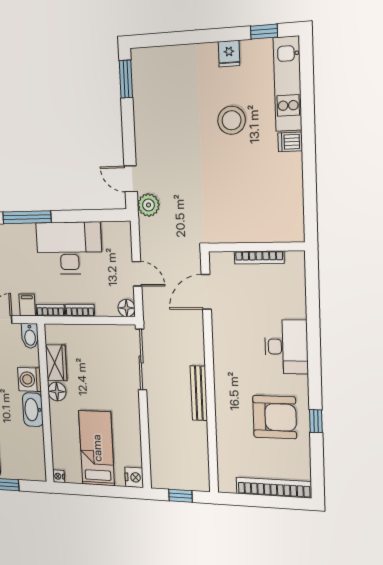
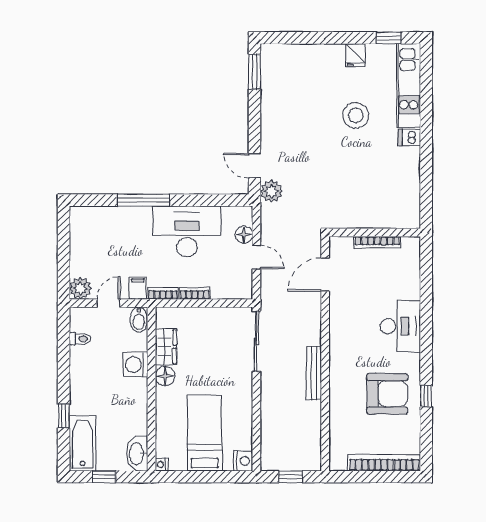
floor lamp: (127, 308) -> (244, 235), moved
washbasin: (33, 410) -> (137, 454), moved

